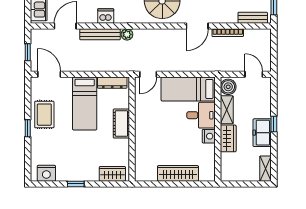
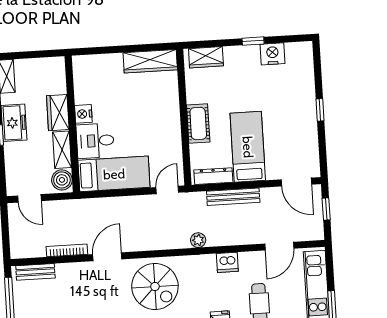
bench: (100, 34) -> (233, 197), moved
rug: (44, 115) -> (299, 129), removed
nightstand: (46, 173) -> (272, 54), moved
wardrobe: (178, 173) -> (150, 61), moved

